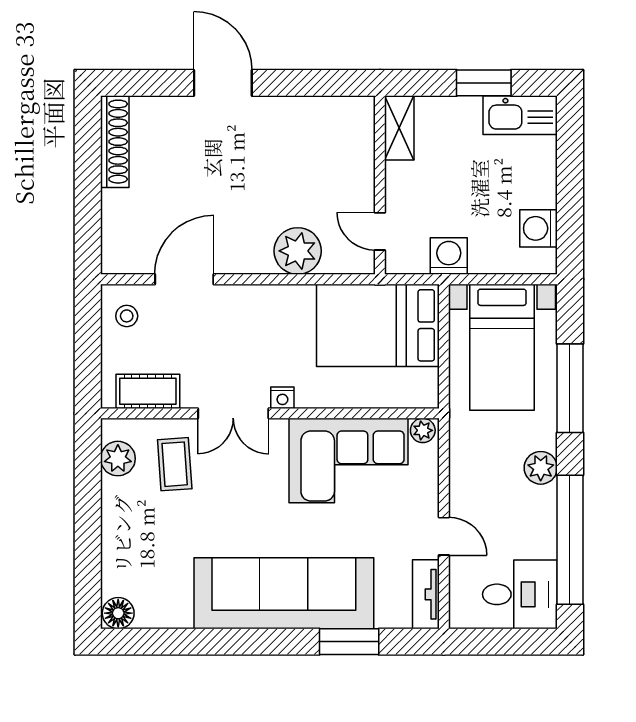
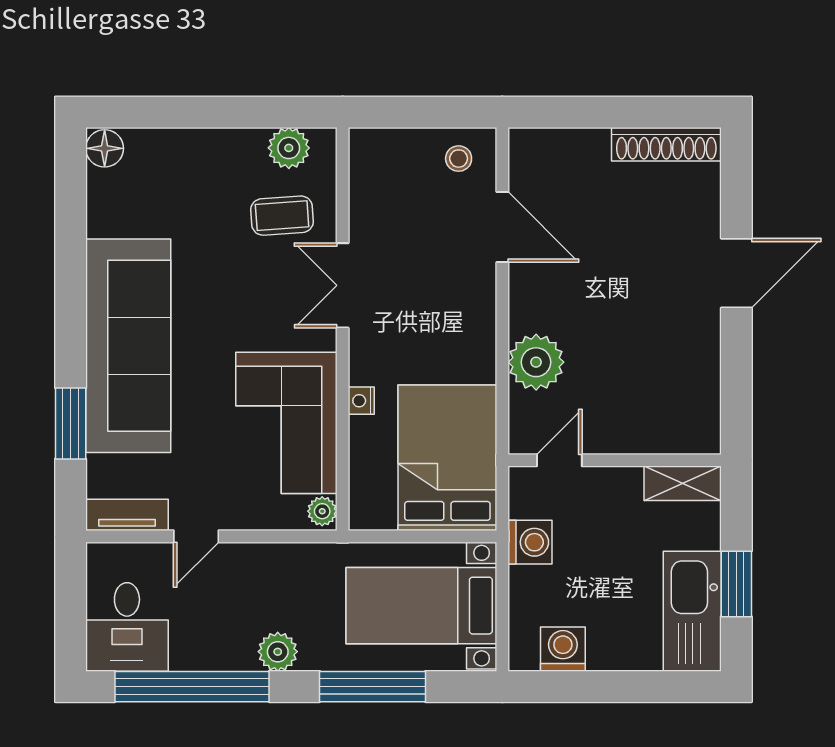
kitchen sink: (520, 115) -> (692, 611), width x1.36, depth x1.24
cot: (148, 391) -> (369, 184), removed
nightstand: (282, 398) -> (361, 401), moved

